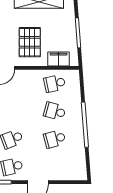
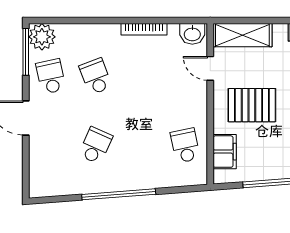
school desk: (55, 111) -> (140, 145), removed
school desk: (55, 139) -> (96, 145), turned 39

